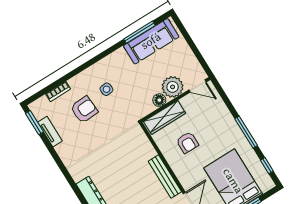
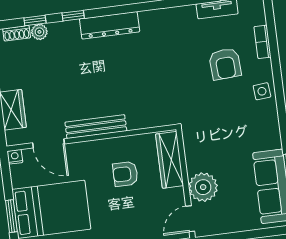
side table: (106, 89) -> (262, 91), moved
floor lamp: (159, 100) -> (194, 163), removed

